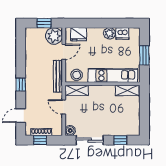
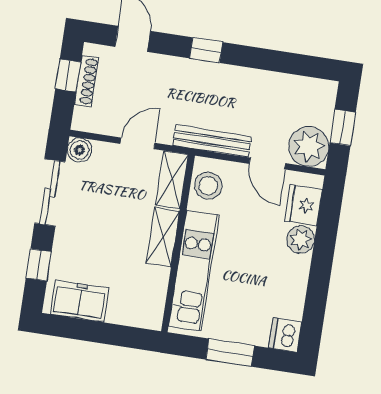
plant: (109, 33) -> (301, 240), moved
dishwasher: (122, 34) -> (285, 335), moved
shelving: (127, 90) -> (163, 237), moved
freezer: (133, 121) -> (80, 301), added

